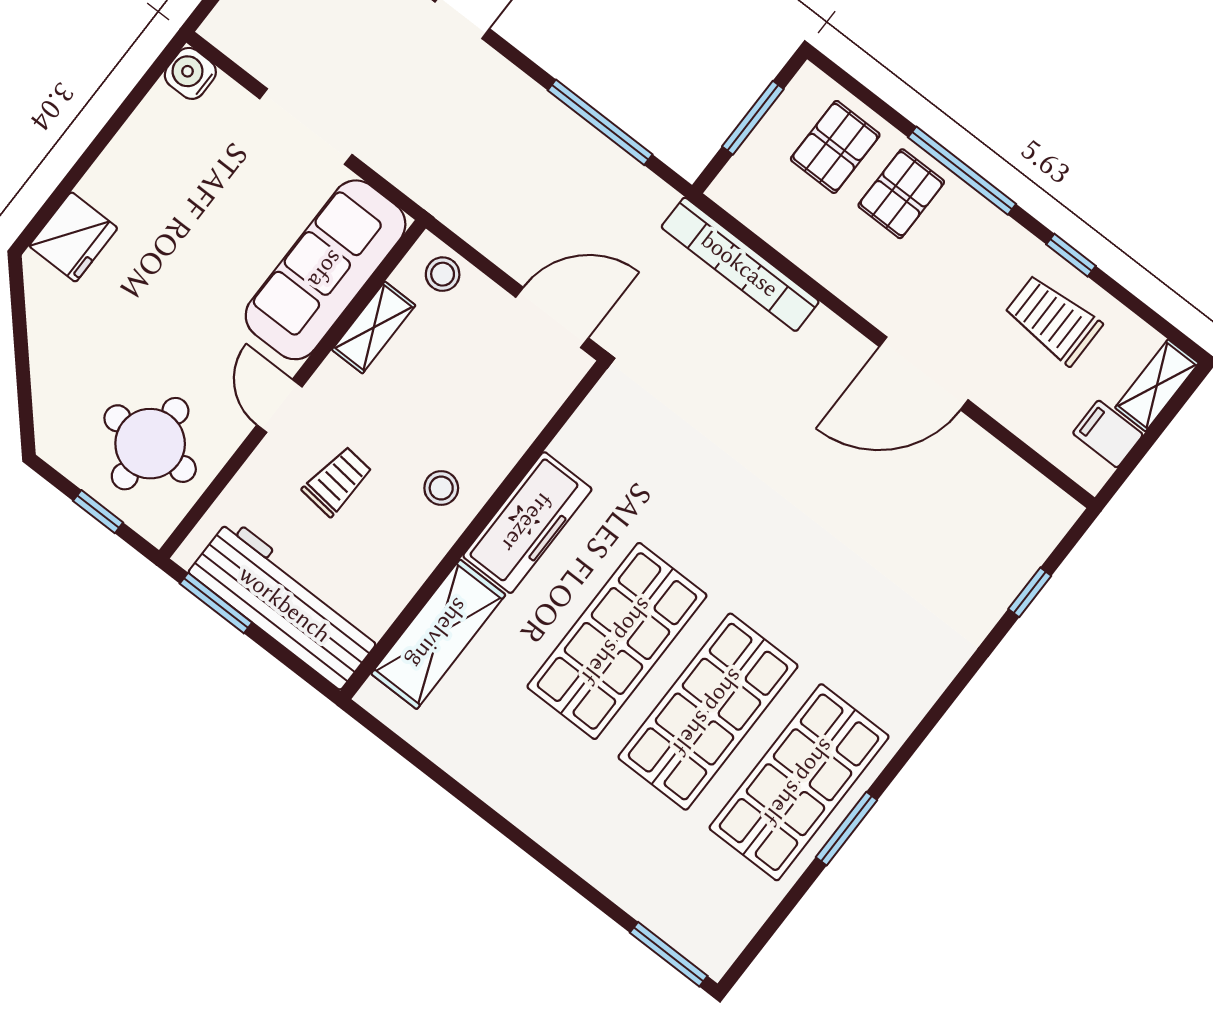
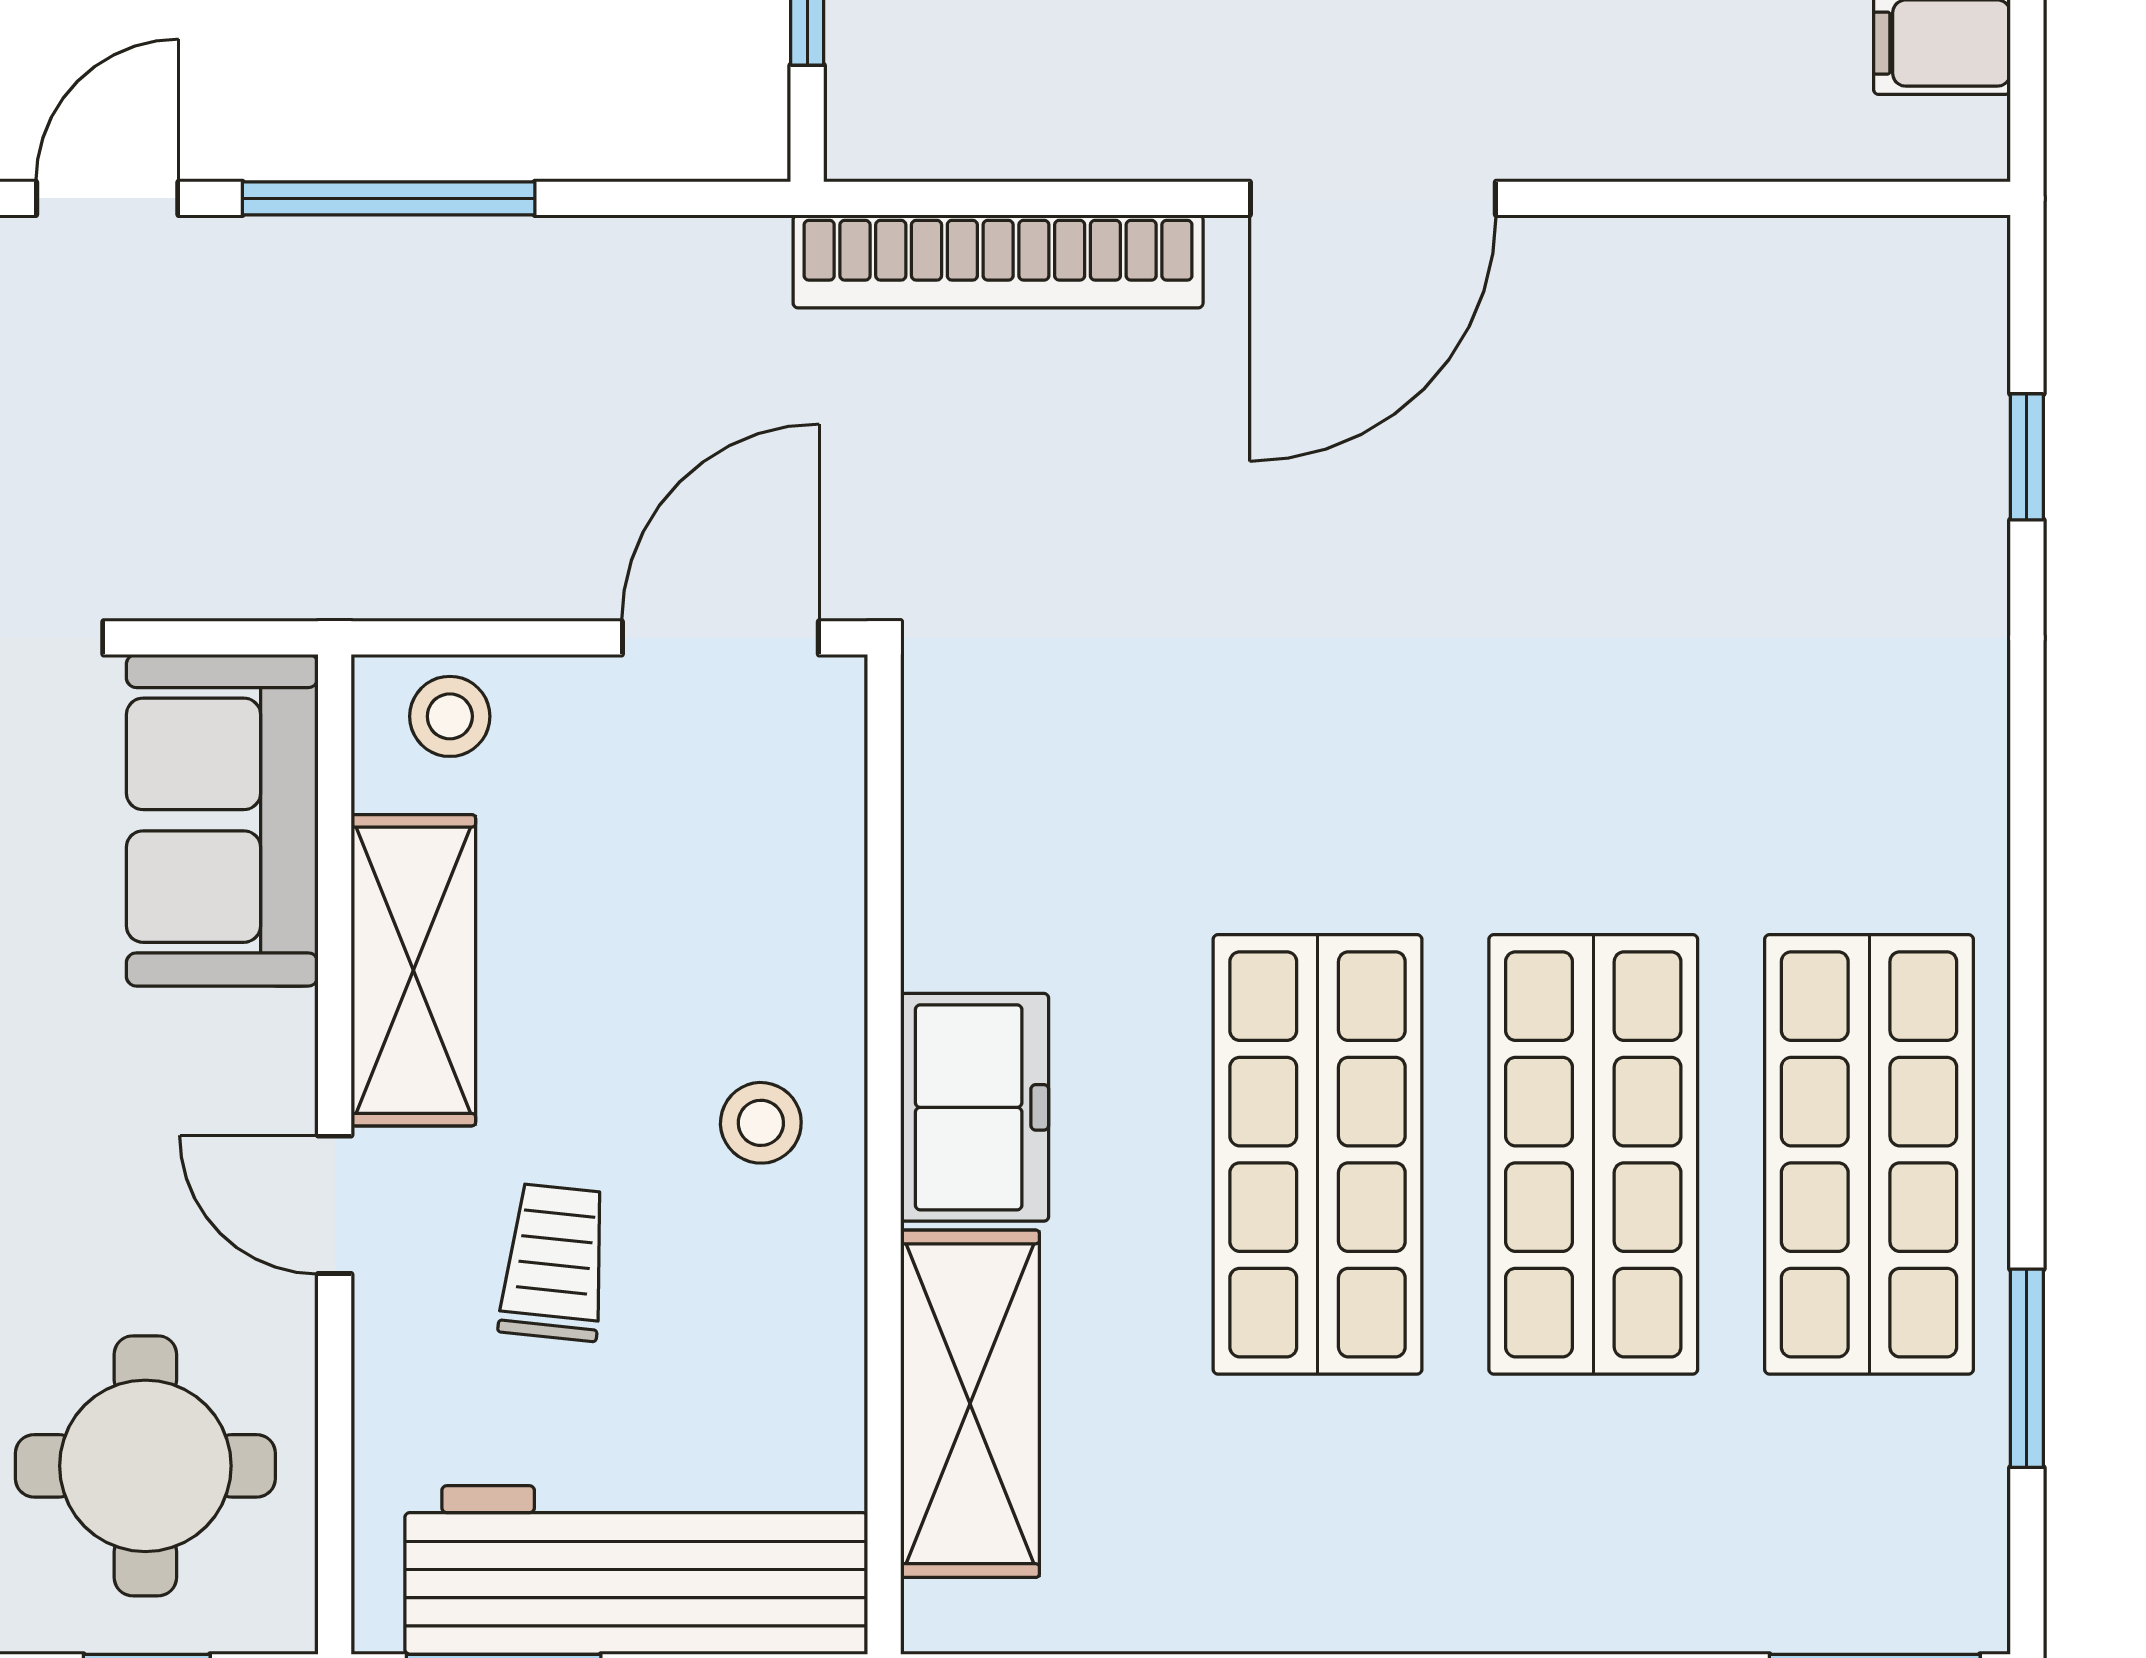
window: (600, 122) -> (389, 198), moved
sofa: (326, 270) -> (222, 820), width x0.73
shelving: (374, 327) -> (413, 970), width x1.50, depth x1.33
door: (924, 373) -> (1373, 198), moved
freezer: (527, 523) -> (975, 1107), width x0.71
window: (847, 829) -> (2027, 1368), moved

